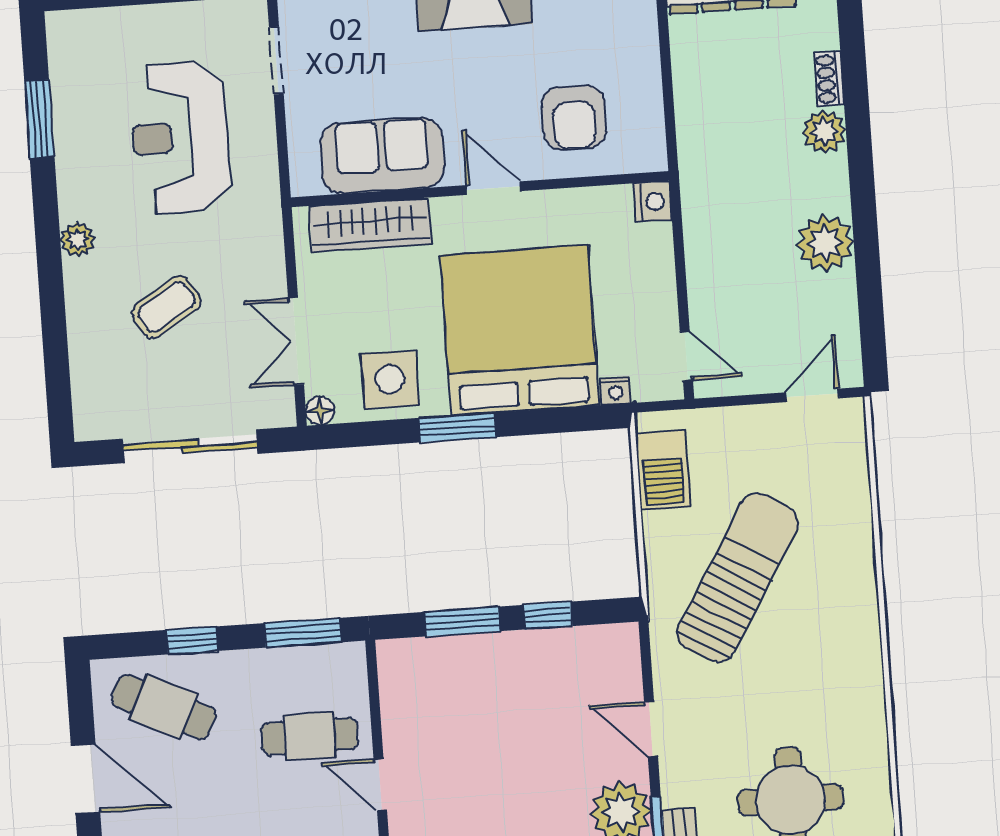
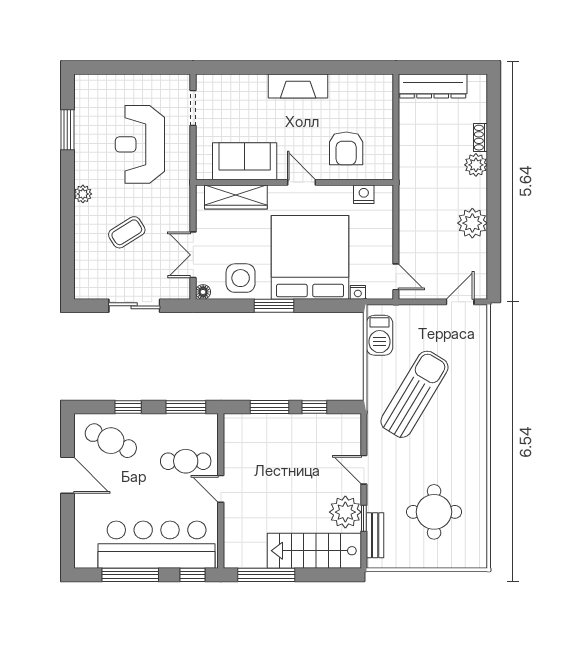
nightstand: (653, 202) -> (364, 194), moved, turned -90
sliding door: (190, 446) -> (134, 306), width x0.73

